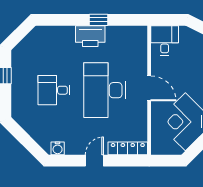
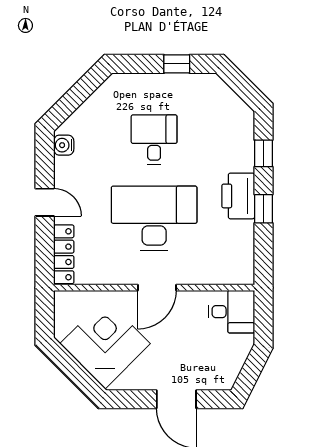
window: (63, 20) -> (264, 153), added

